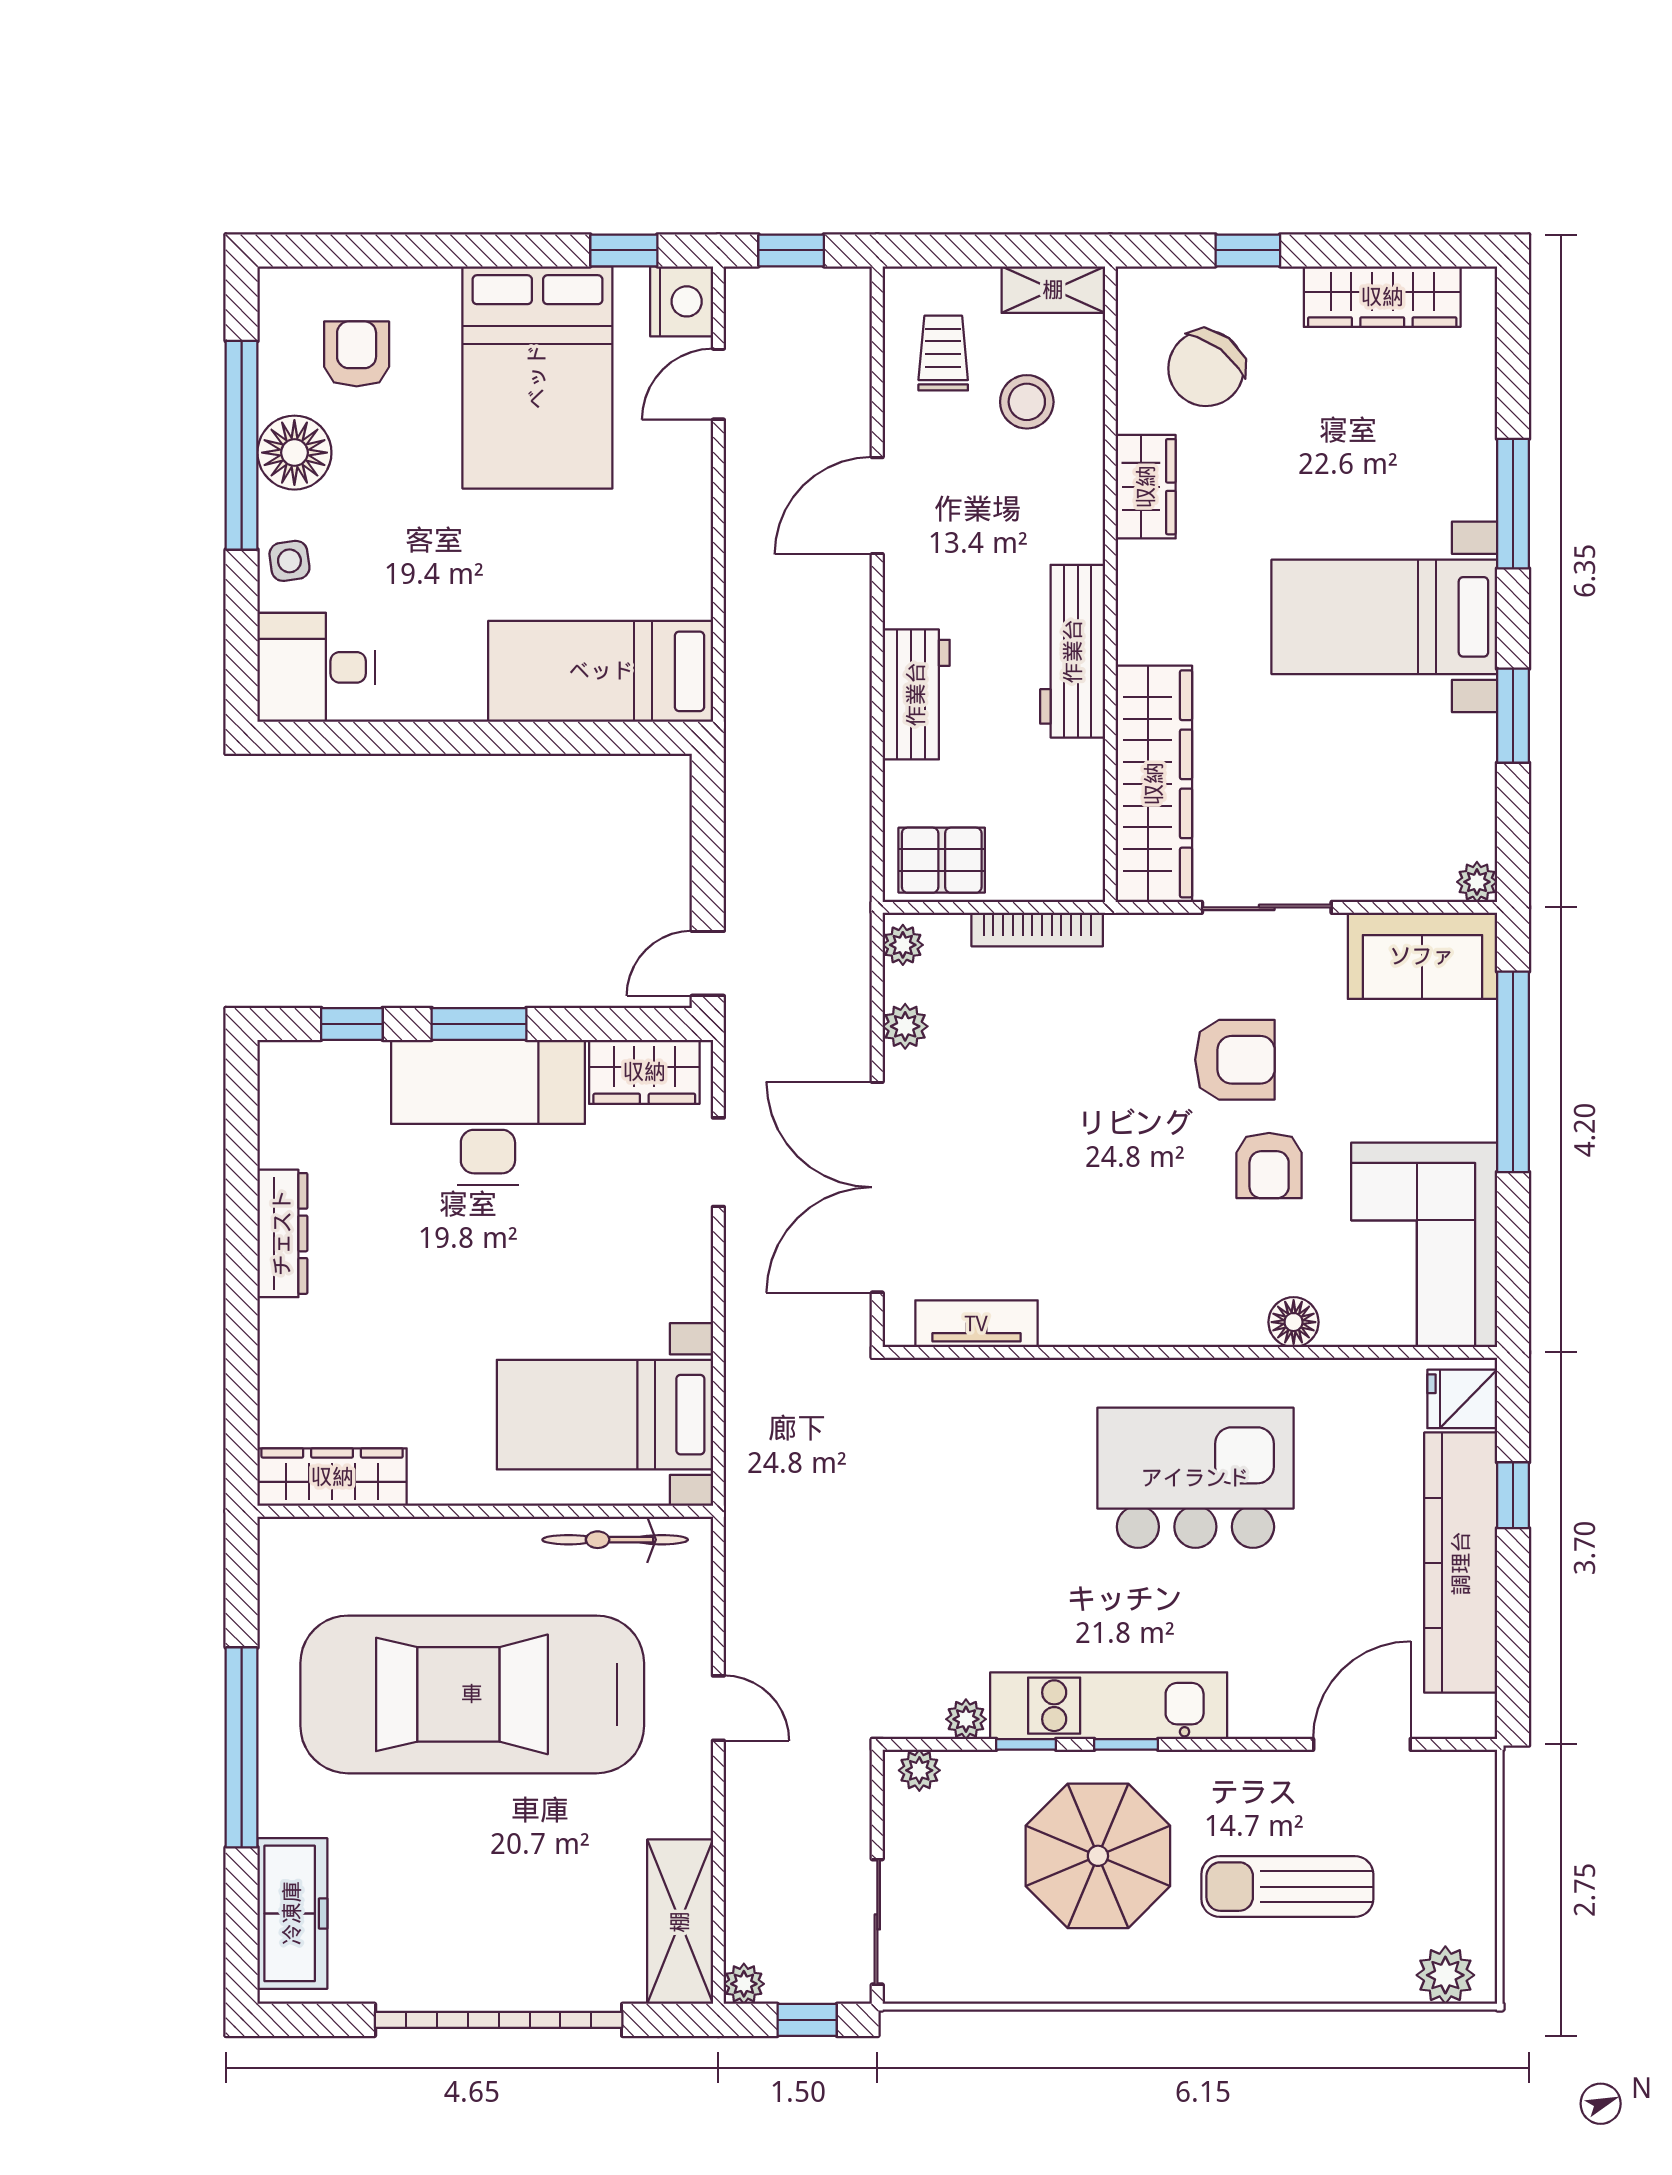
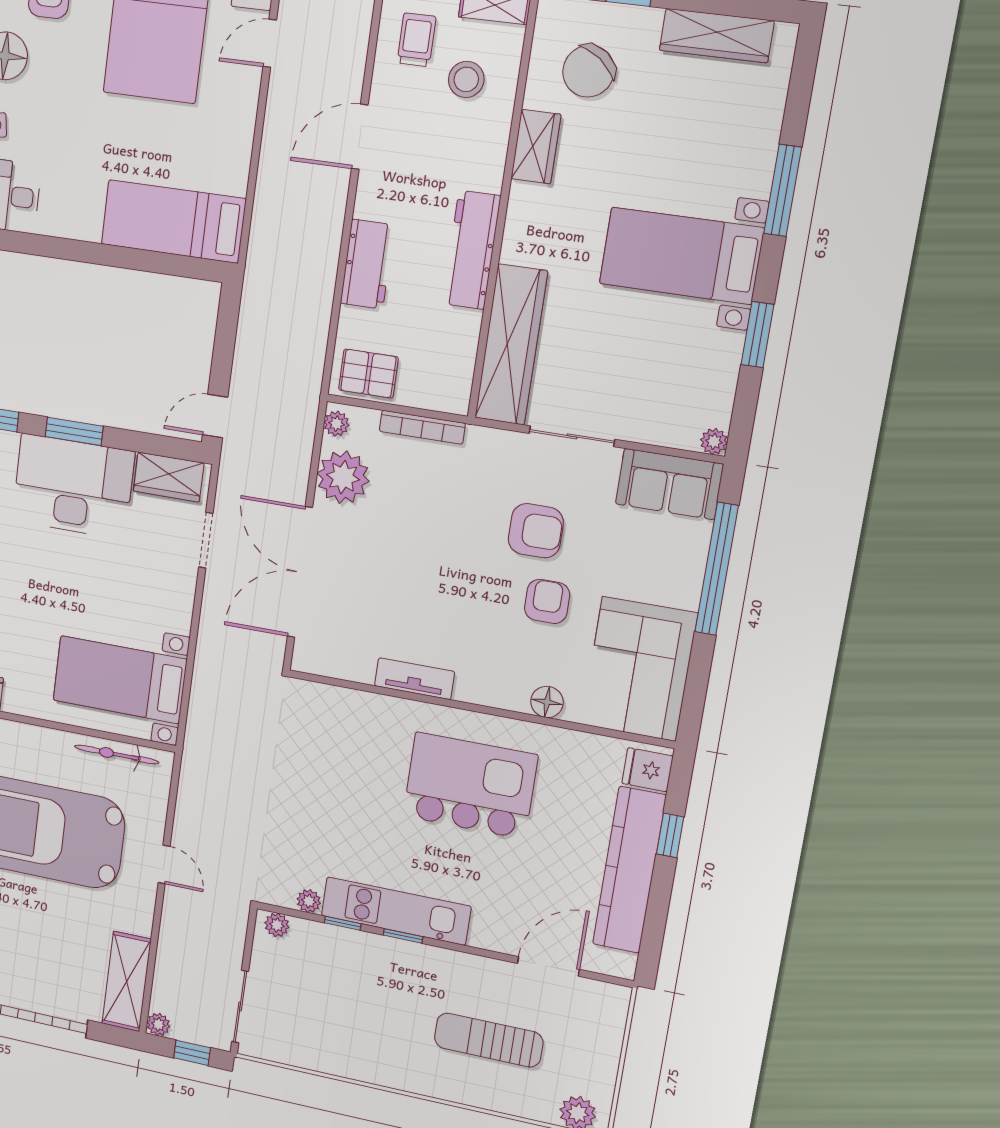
plant: (905, 1026) -> (343, 477), width x1.87, depth x1.87
armchair: (1269, 1166) -> (547, 601), turned 180
tv unit: (976, 1324) -> (414, 679), moved
parasol: (1098, 1856) -> (376, 997), removed

